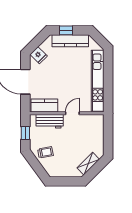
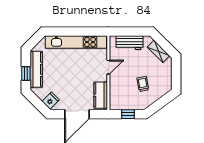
door: (72, 113) -> (108, 67), swing flipped
workbench: (50, 121) -> (129, 43), moved, turned 90
trolley: (45, 152) -> (143, 84), moved

